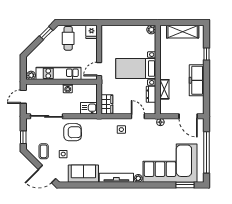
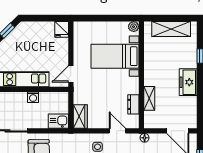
cafe table: (68, 38) -> (34, 37), removed
bed with nightstands: (136, 68) -> (115, 56), moved
freezer: (197, 80) -> (188, 82), width x0.71

